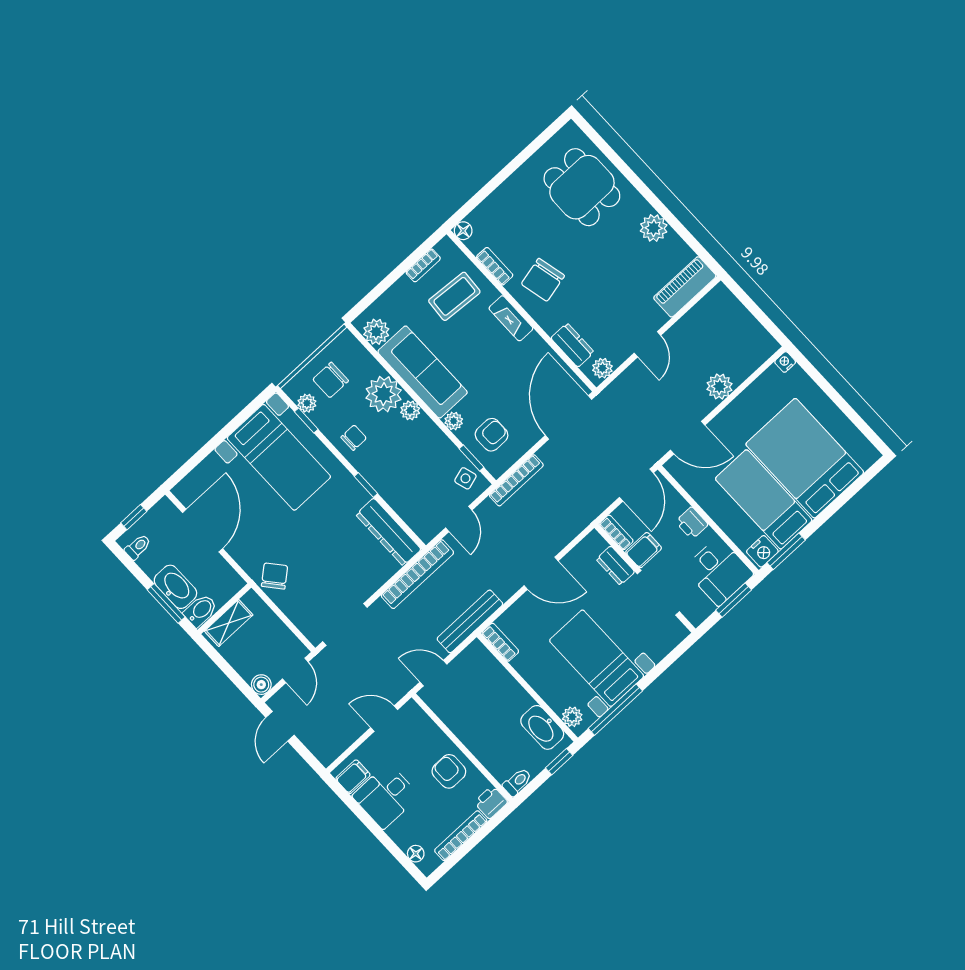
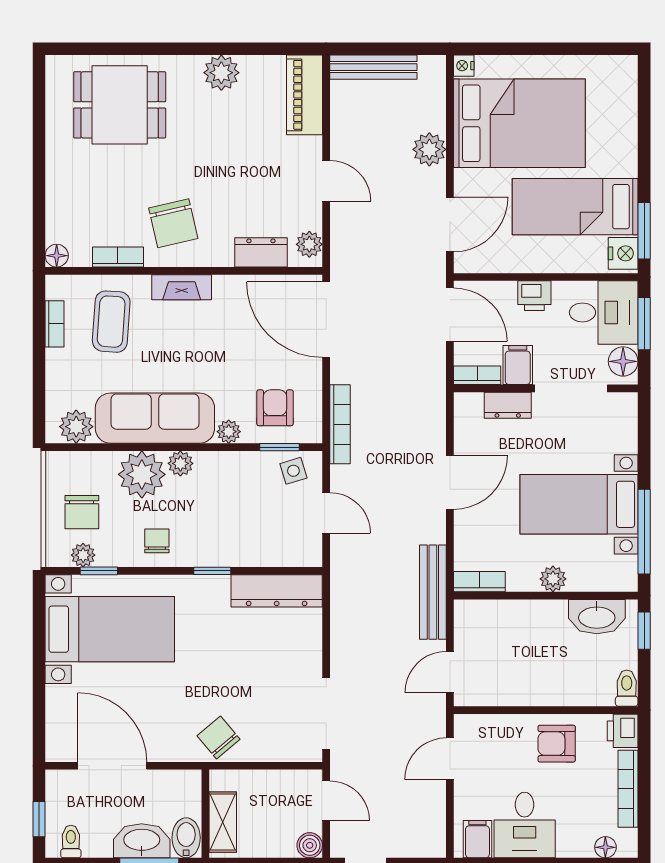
bench: (737, 311) -> (373, 67), added
bed: (805, 458) -> (519, 123), moved, turned 180
bookcase: (417, 574) -> (342, 600), removed
floor lamp: (701, 608) -> (623, 361), added
plant: (572, 717) -> (553, 579), moved

